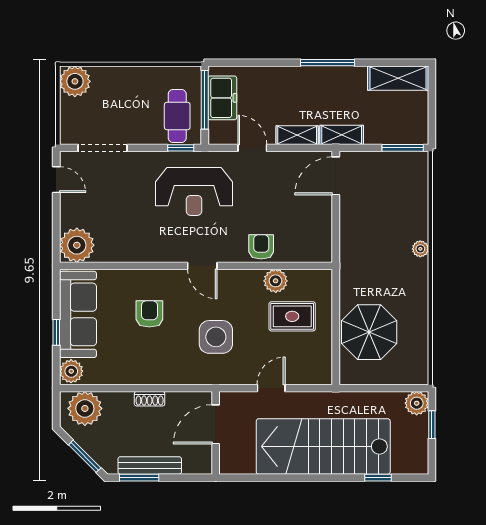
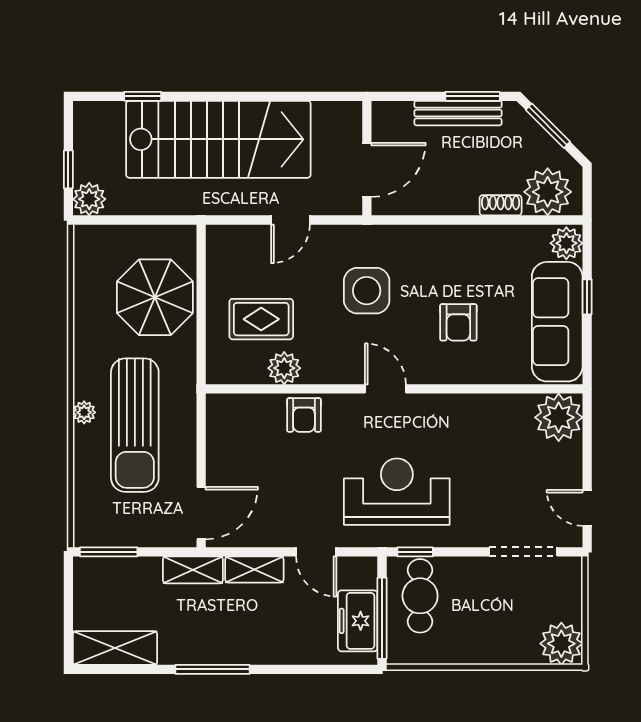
sun lounger: (384, 240) -> (135, 425), added
shoe rack: (150, 399) -> (501, 205), moved

